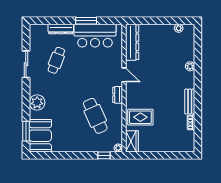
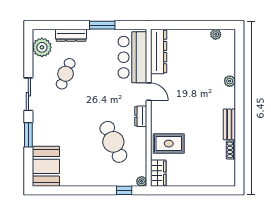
bar counter: (95, 36) -> (132, 57), moved, turned 90
sliding door: (26, 64) -> (28, 94), moved
plant: (37, 102) -> (42, 47), moved
window: (26, 131) -> (28, 135), moved

